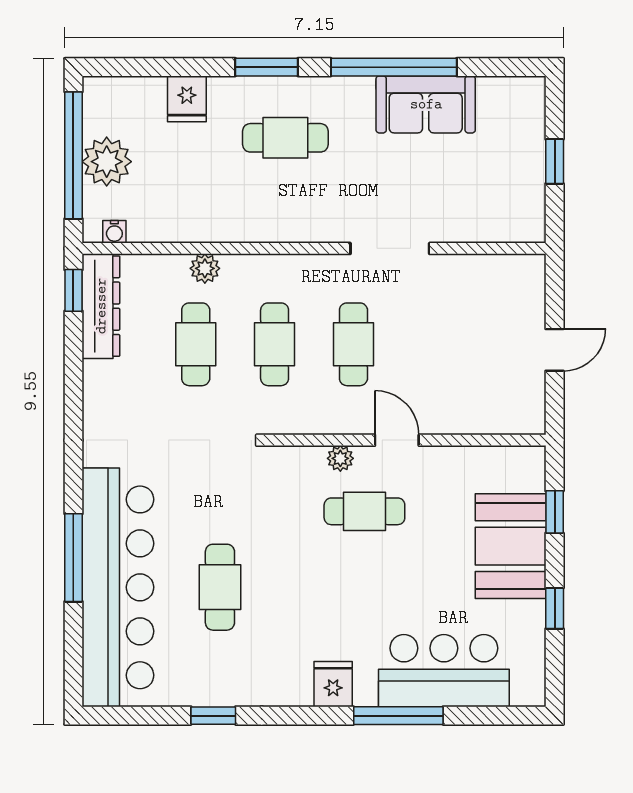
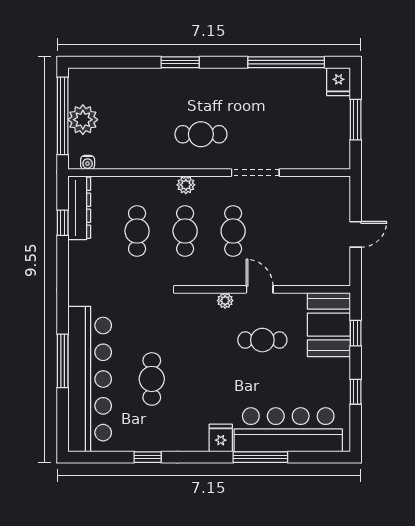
window: (394, 67) -> (286, 62), moved
fridge: (187, 99) -> (339, 82), moved
sofa: (426, 104) -> (277, 85), removed
cafe table: (285, 138) -> (201, 134), moved
window: (555, 161) -> (356, 120), width x1.50
plant: (205, 268) -> (186, 185), moved
window: (73, 290) -> (63, 223), moved
cafe table: (364, 511) -> (262, 340), moved
booth: (511, 546) -> (329, 325), moved
bar counter: (444, 671) -> (288, 430), width x1.36

